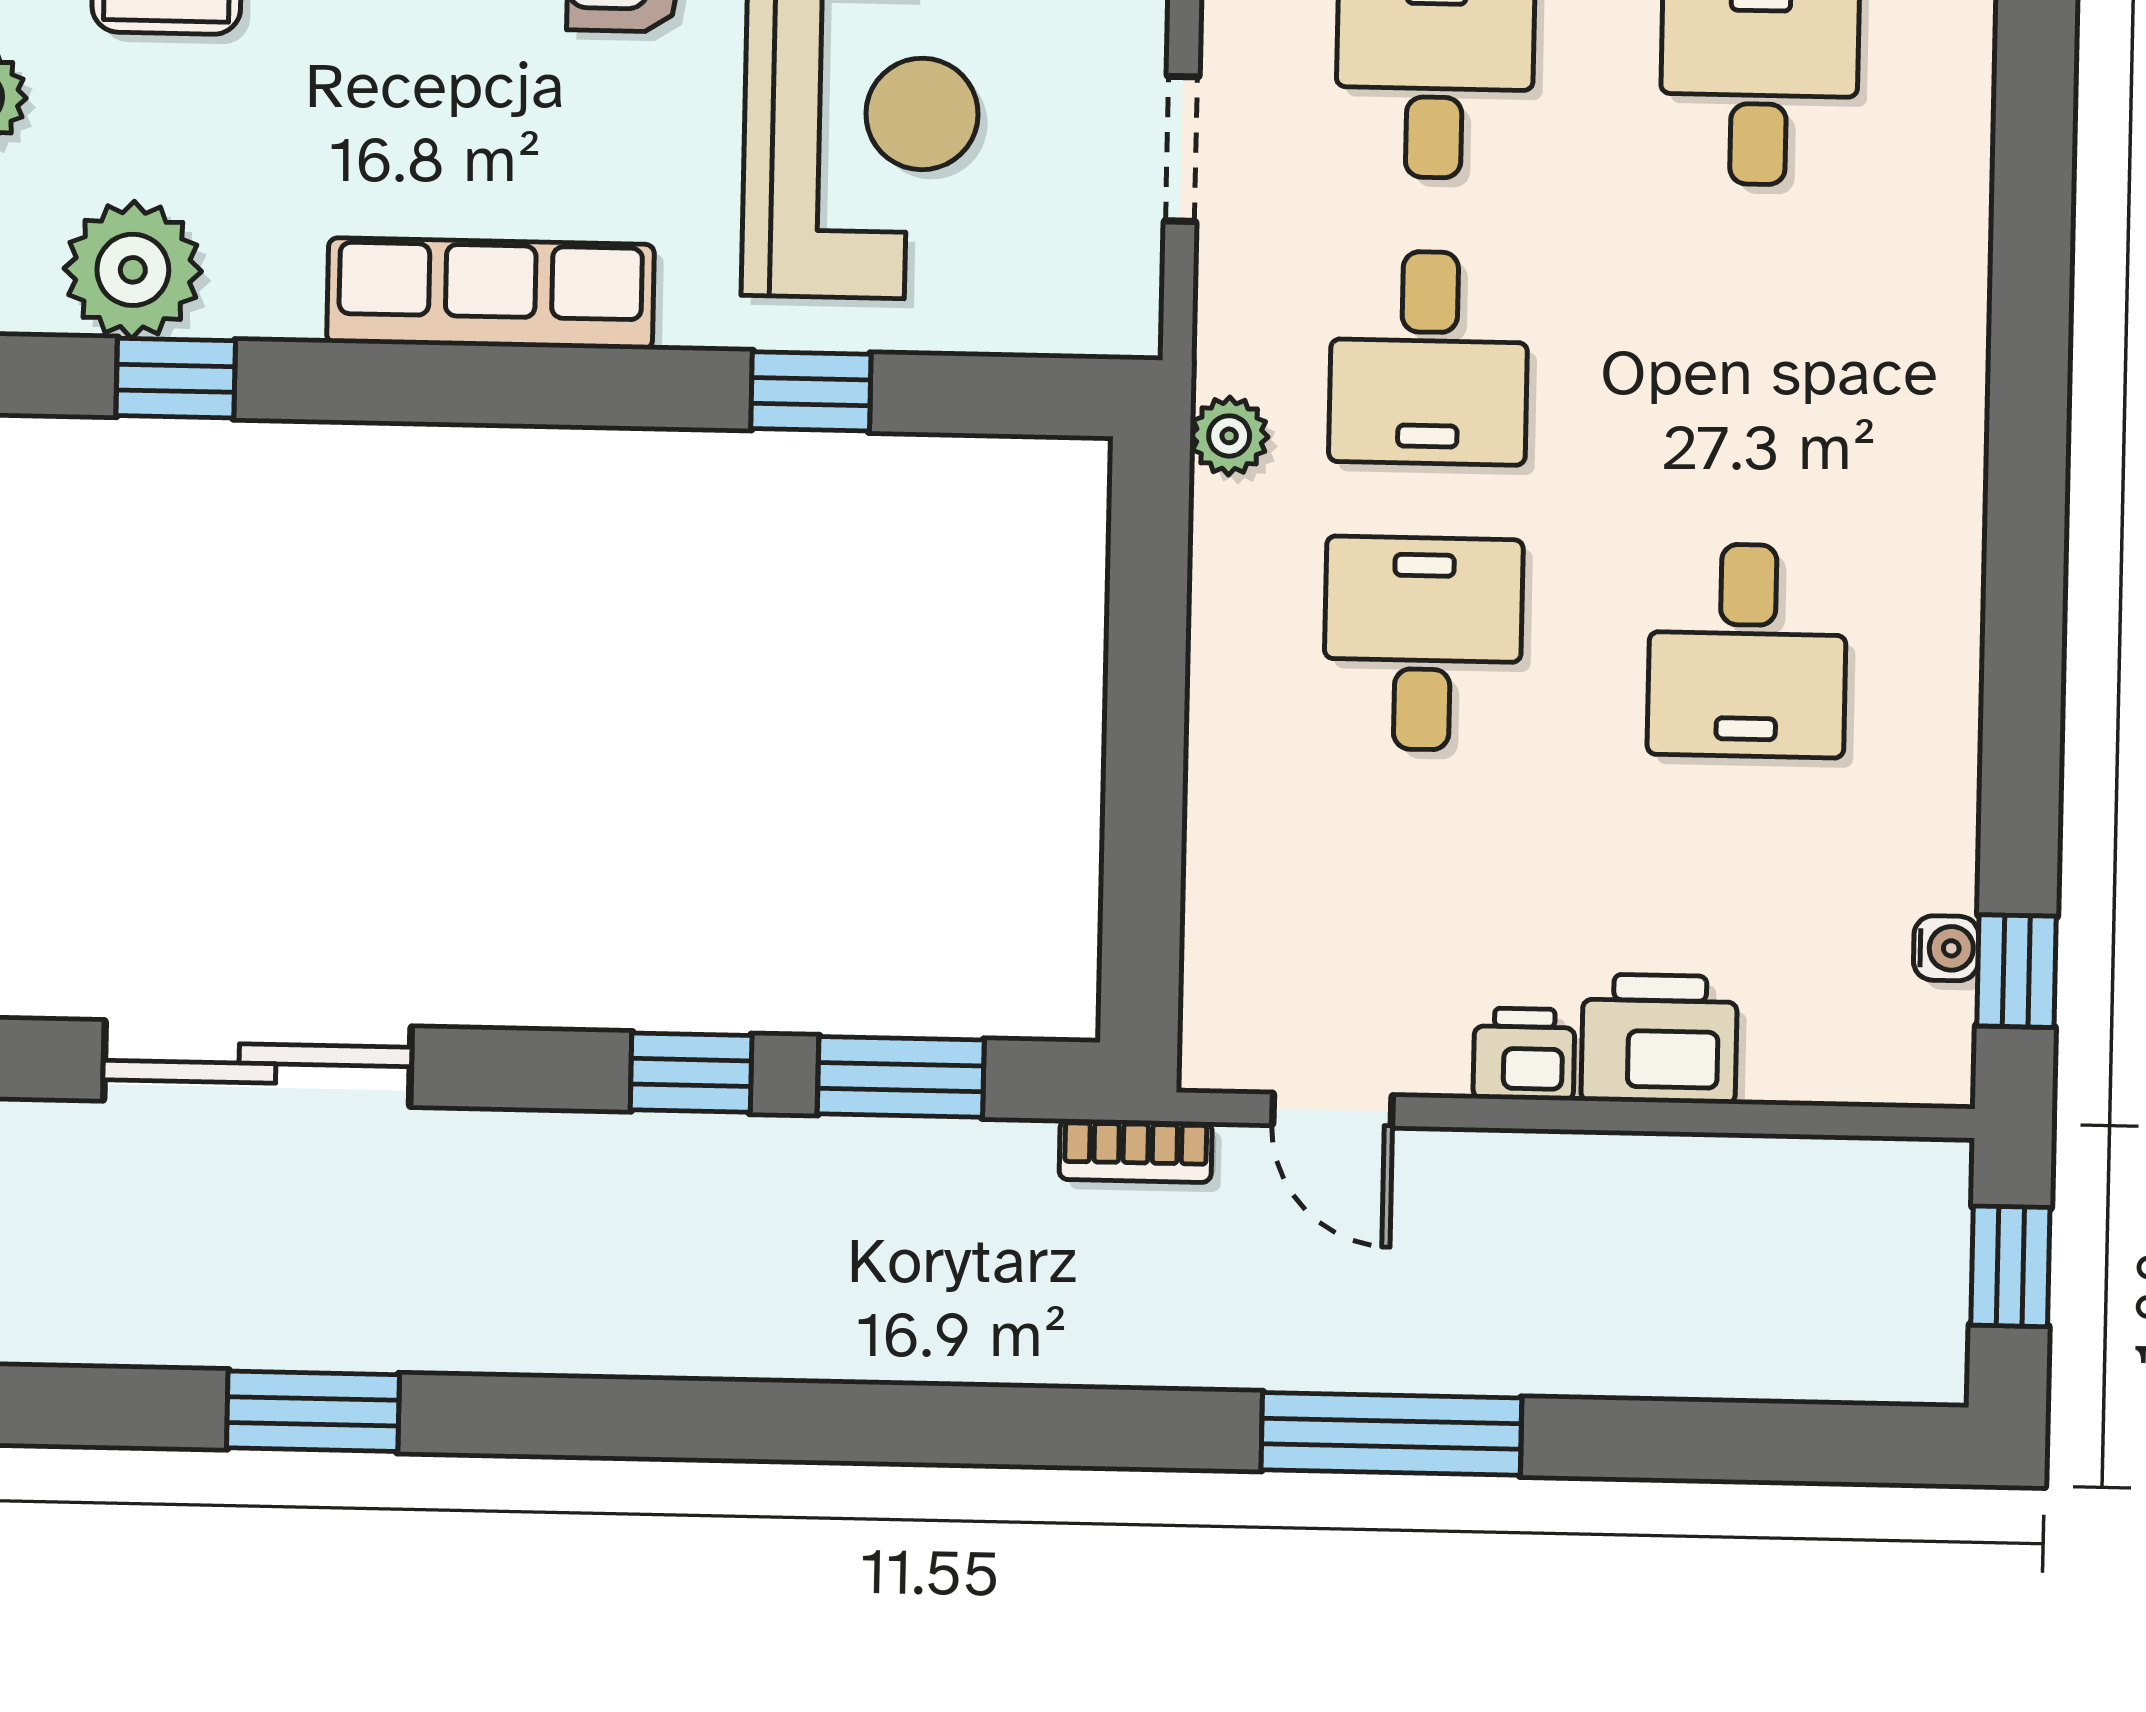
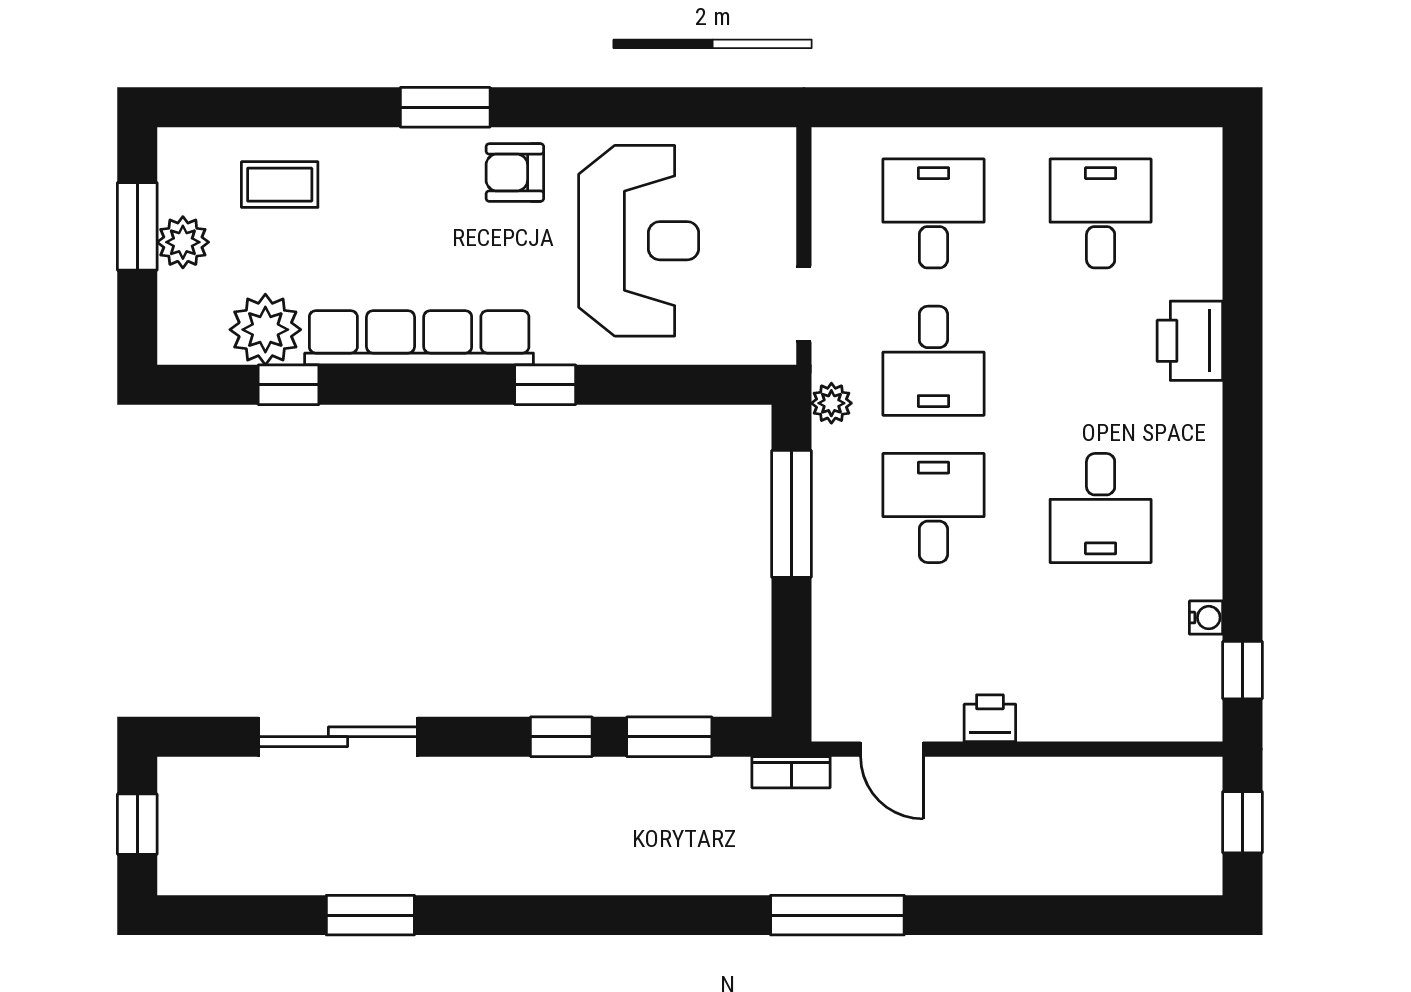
doorway: (1182, 149) -> (804, 304), moved
row of seats: (490, 294) -> (419, 338), width x1.36
window: (811, 391) -> (545, 385), moved
window: (1147, 649) -> (791, 514), added
water cooler: (1946, 948) -> (1206, 618), moved
printer: (1659, 1039) -> (1190, 341), moved, turned -90
window: (1391, 1434) -> (837, 915), moved

